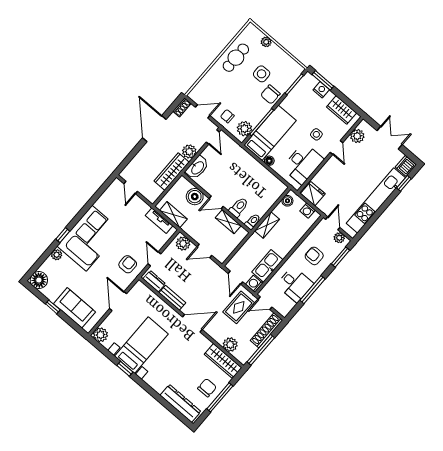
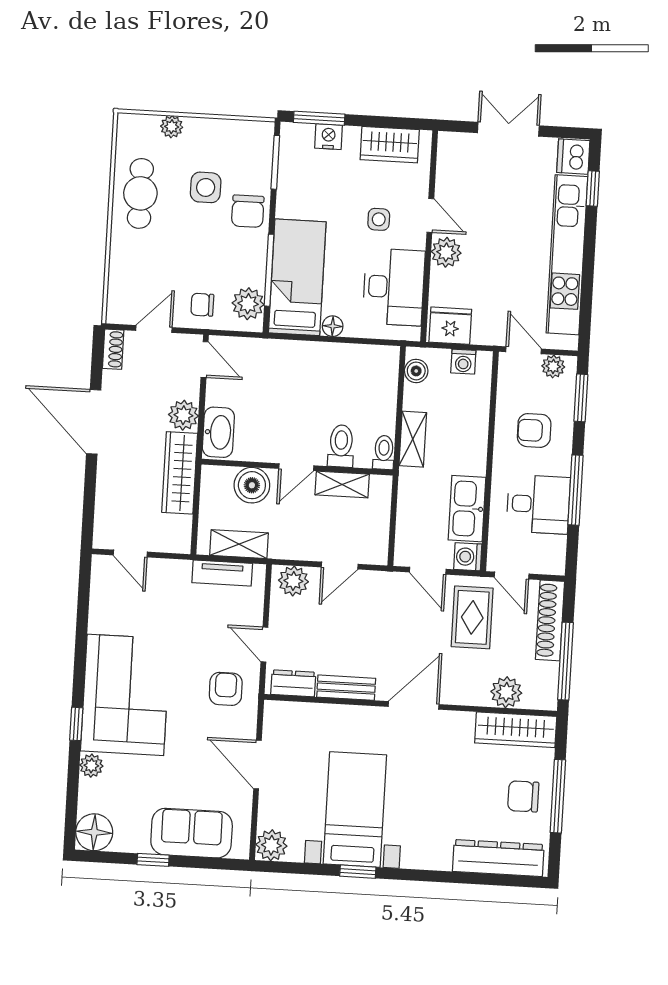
plant: (357, 136) -> (446, 252), moved
door: (265, 303) -> (512, 576), hinge flipped
chair: (207, 388) -> (523, 796), turned -90

